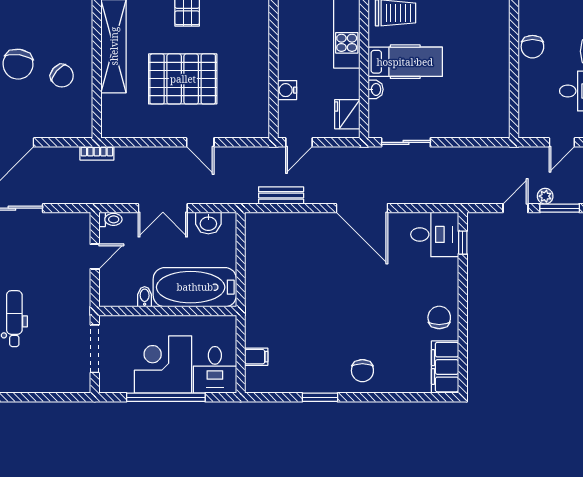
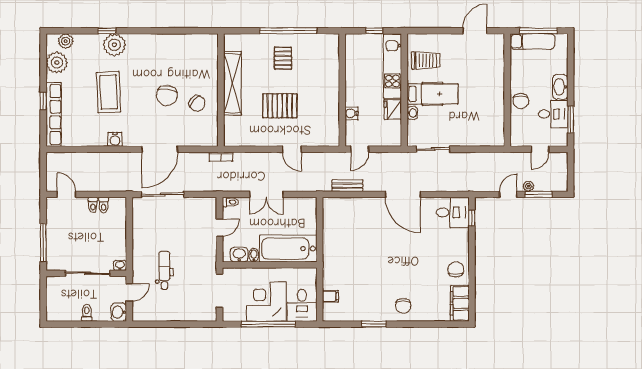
chair: (532, 47) -> (521, 101), moved
pallet: (183, 79) -> (280, 106), width x0.73, depth x0.71
fridge: (347, 114) -> (393, 109), moved
washbasin: (208, 223) -> (239, 255), moved, turned 180

